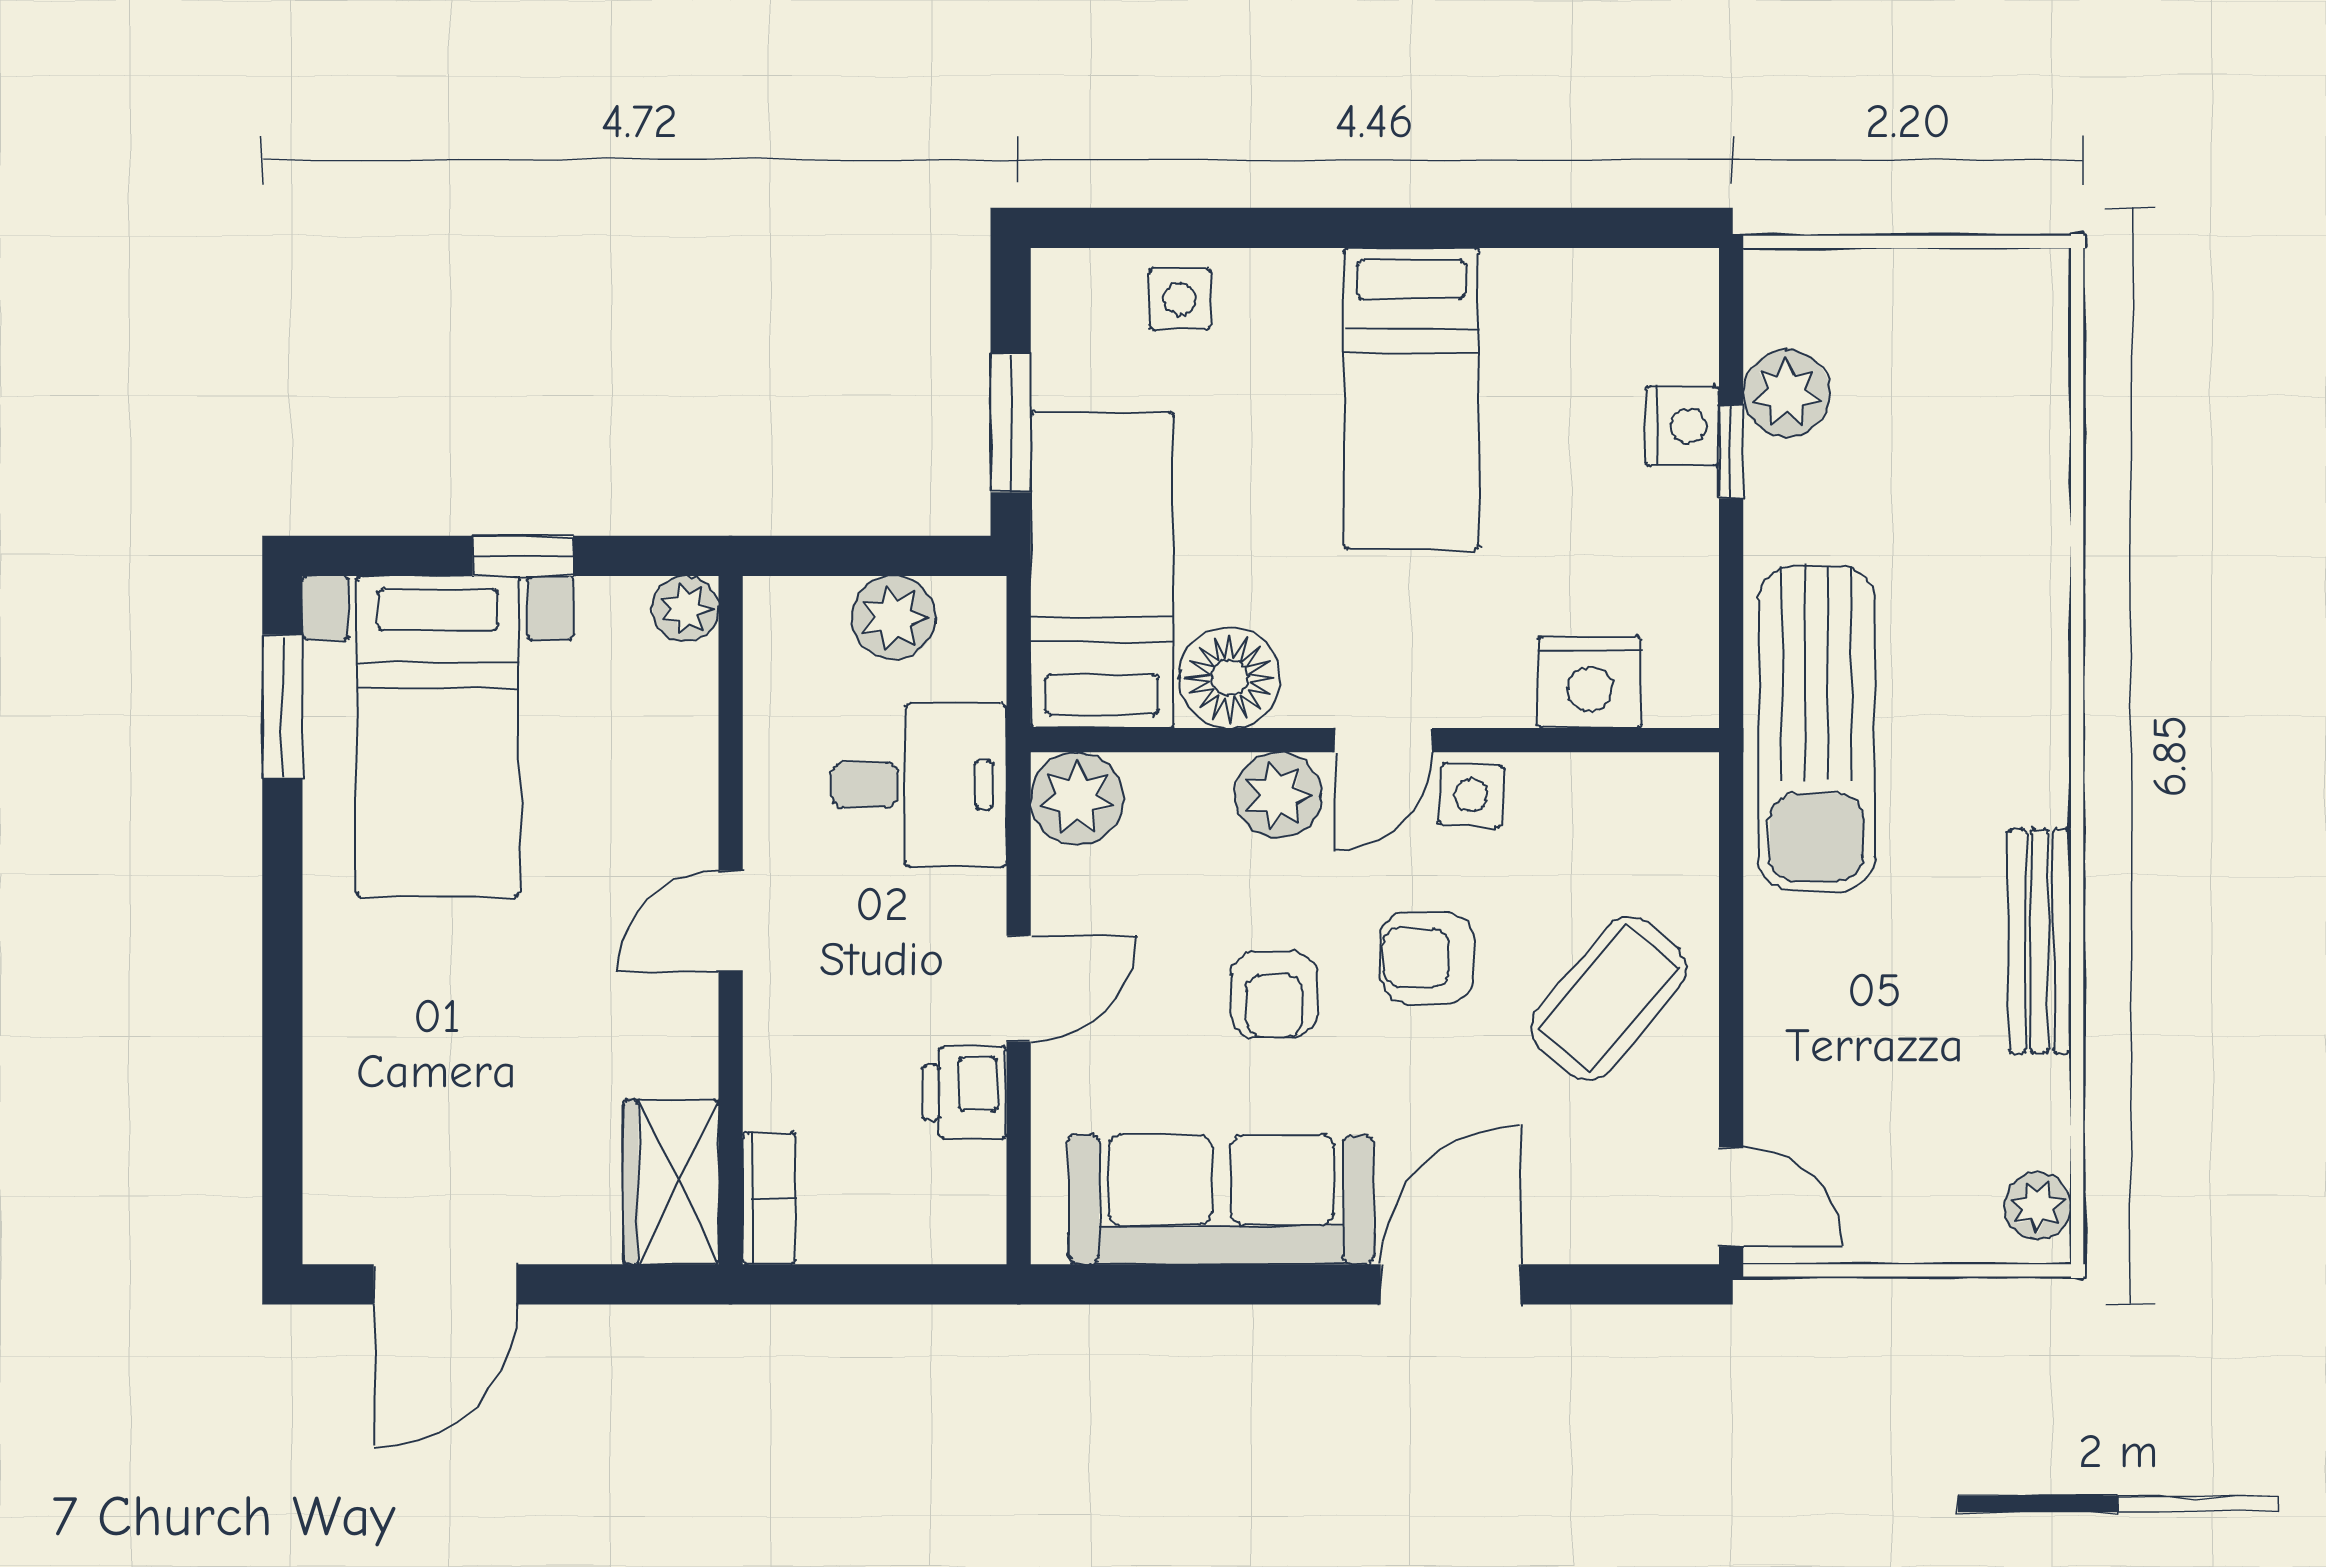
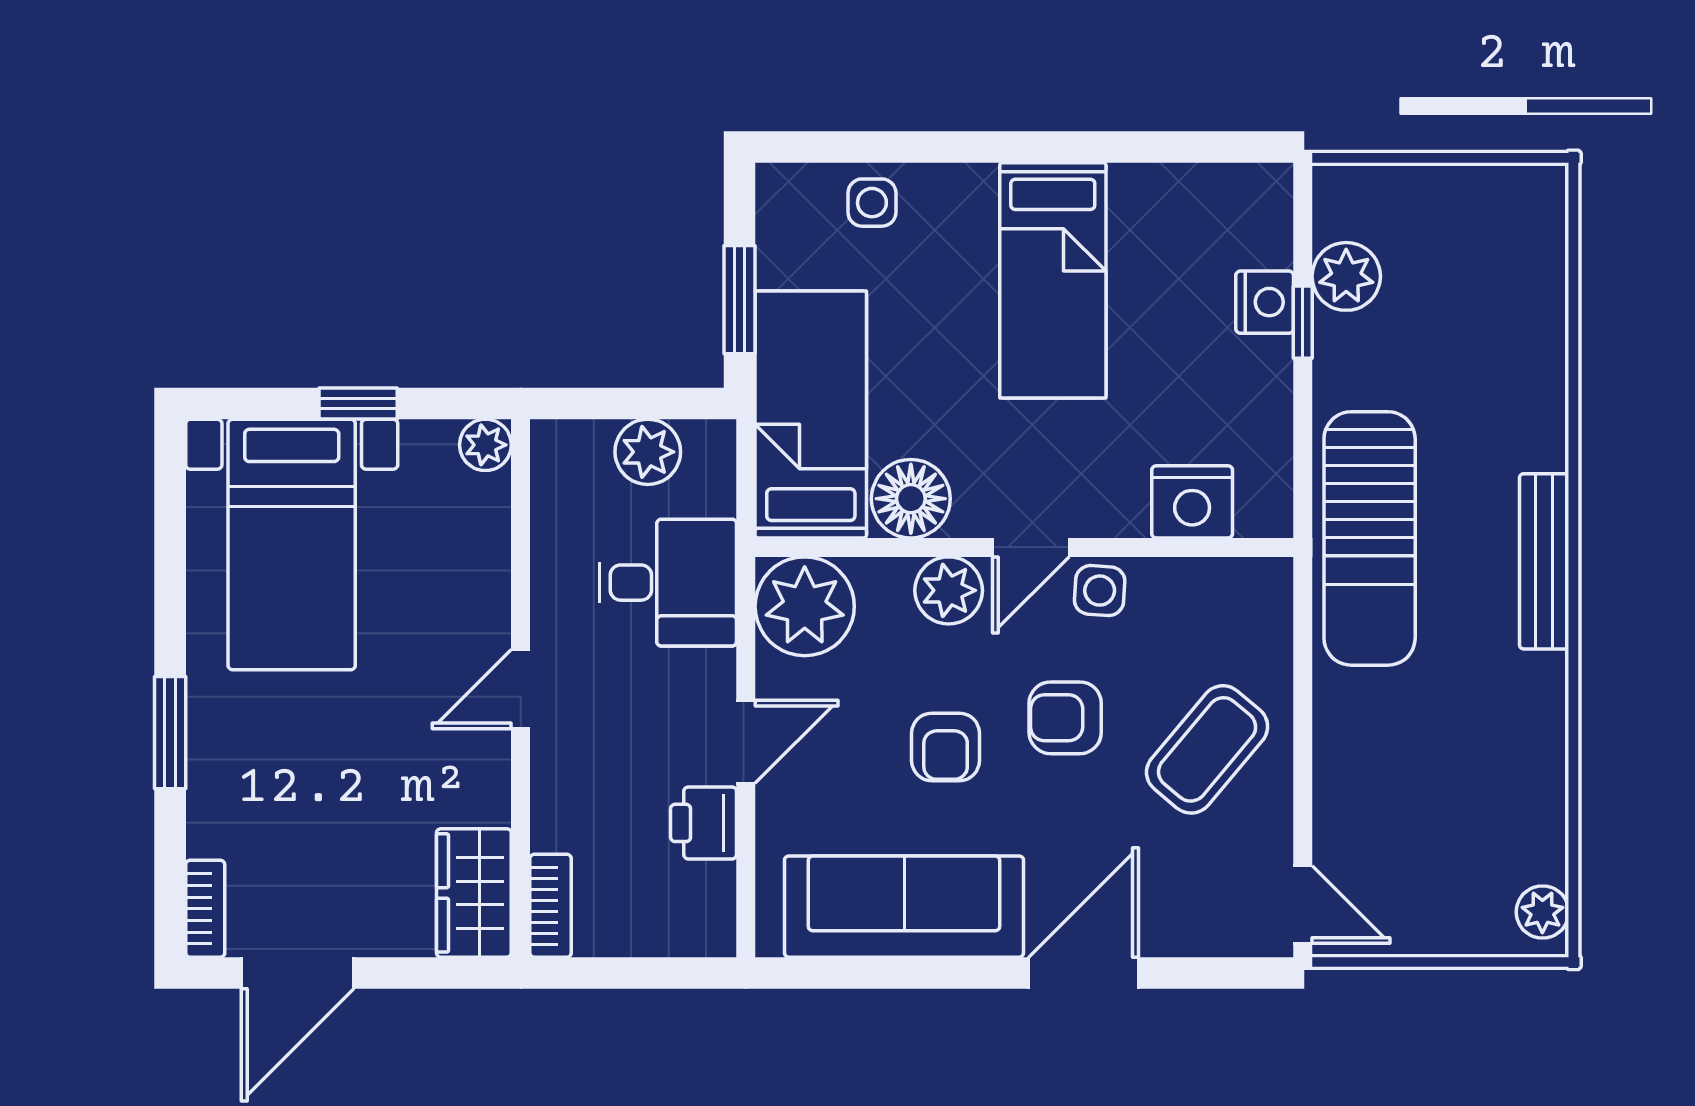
window: (282, 706) -> (170, 733), moved
plant: (1077, 798) -> (805, 606), width x1.36, depth x1.36
bench: (2040, 941) -> (1544, 561), moved
bookcase: (327, 1202) -> (205, 909), added

